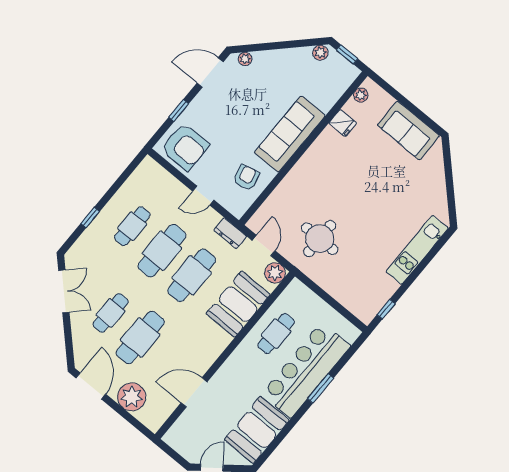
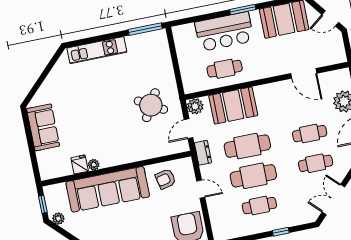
plant: (361, 95) -> (94, 165), moved
sofa: (290, 134) -> (108, 189), width x1.36, depth x1.27
round table: (320, 239) -> (151, 105), turned 30
window: (386, 309) -> (145, 29), width x2.17
cafe table: (140, 337) -> (310, 134), width x0.73, depth x0.74
bar counter: (306, 370) -> (224, 32), width x0.73
window: (321, 388) -> (243, 9), moved

